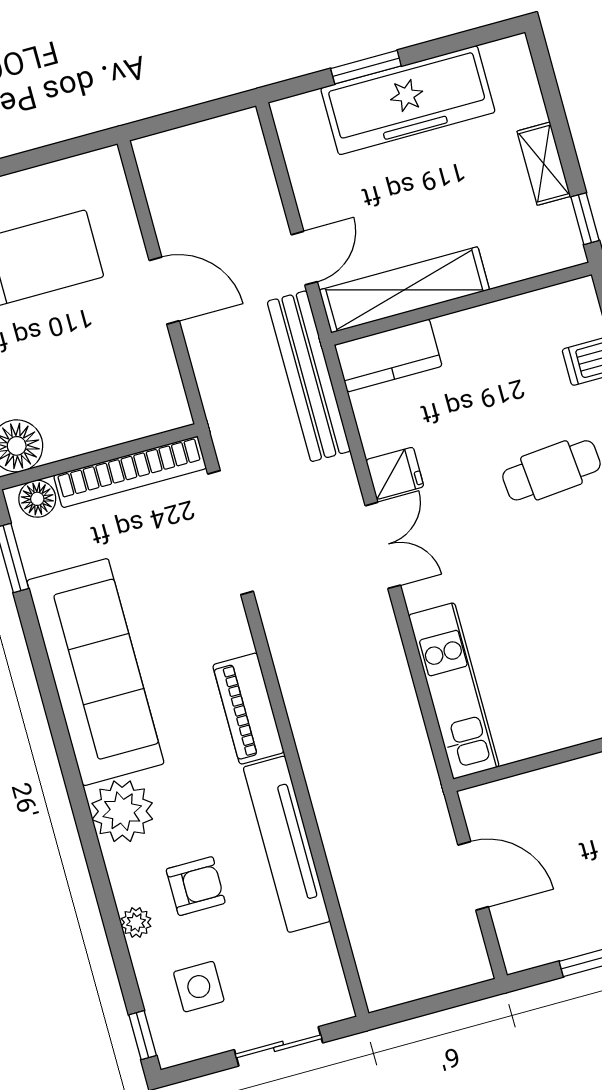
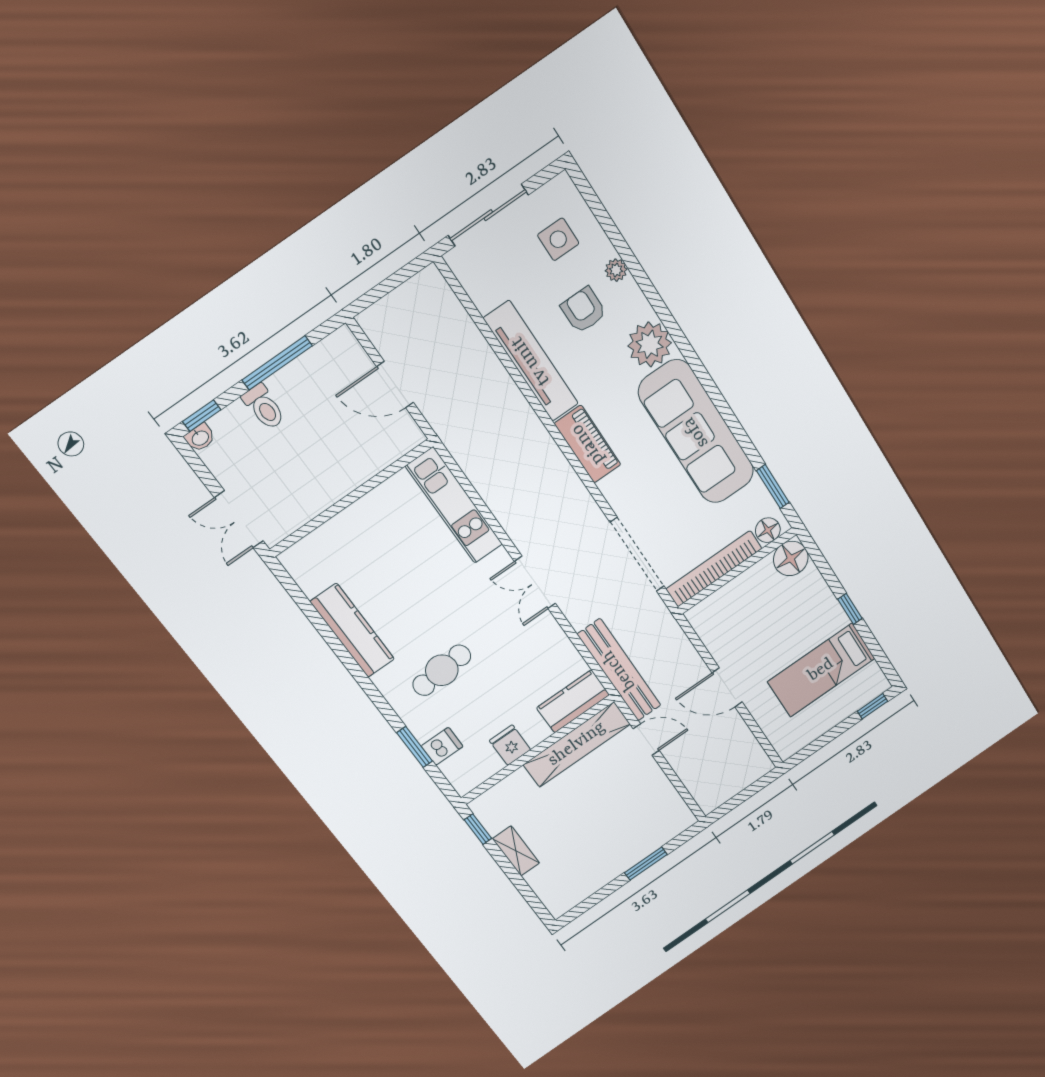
freezer: (408, 100) -> (614, 855), removed
door: (304, 258) -> (646, 739), swing flipped
fridge: (395, 473) -> (510, 745), moved, turned 90
armchair: (196, 886) -> (583, 310), turned 90
window: (143, 1035) -> (586, 190), removed
sliding door: (279, 1046) -> (488, 215), width x1.37

